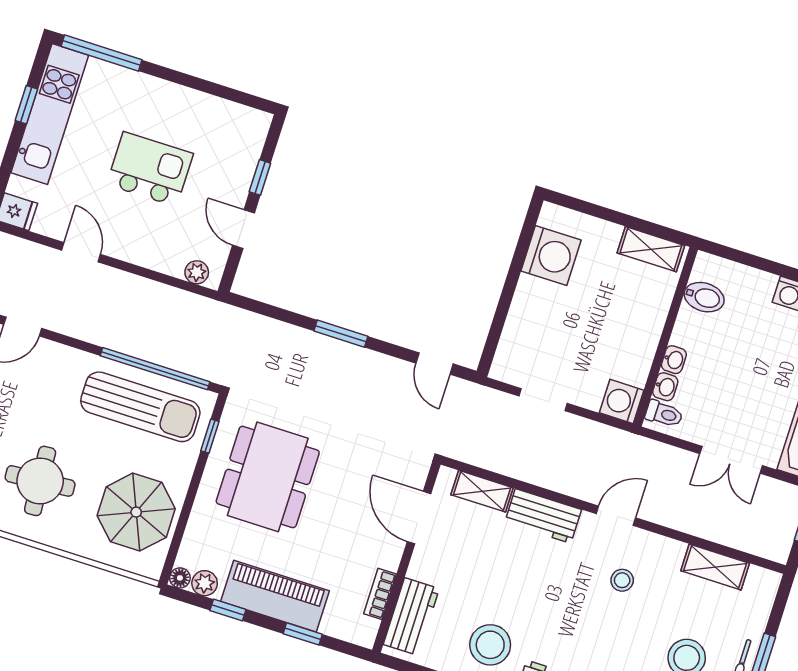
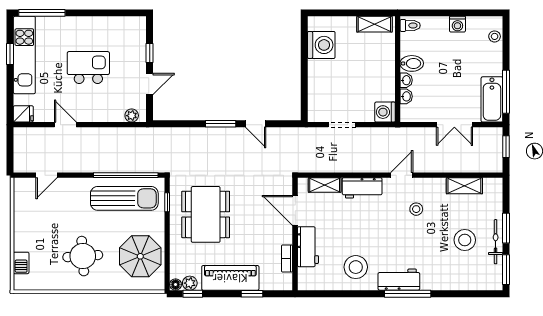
door: (243, 229) -> (150, 84), swing flipped
bidet: (704, 297) -> (412, 63), moved
door: (434, 363) -> (256, 124), moved
toilet: (664, 414) -> (410, 25), moved
window: (228, 610) -> (193, 294), moved
workbench: (411, 616) -> (308, 247), moved

